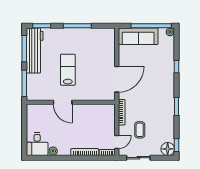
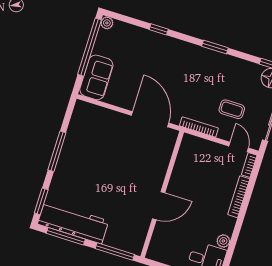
sofa: (138, 36) -> (96, 77), width x0.73
lab bench: (68, 70) -> (115, 184), removed

